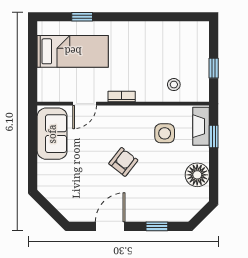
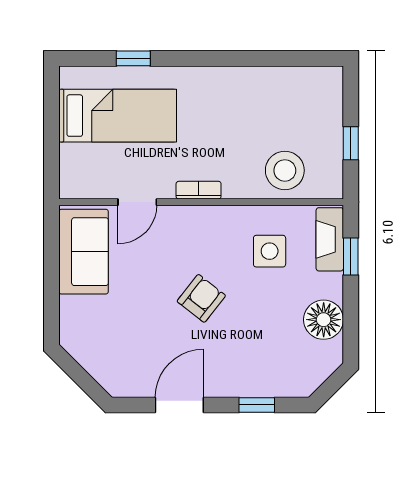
stool: (174, 85) -> (285, 170), width x1.89, depth x1.89

